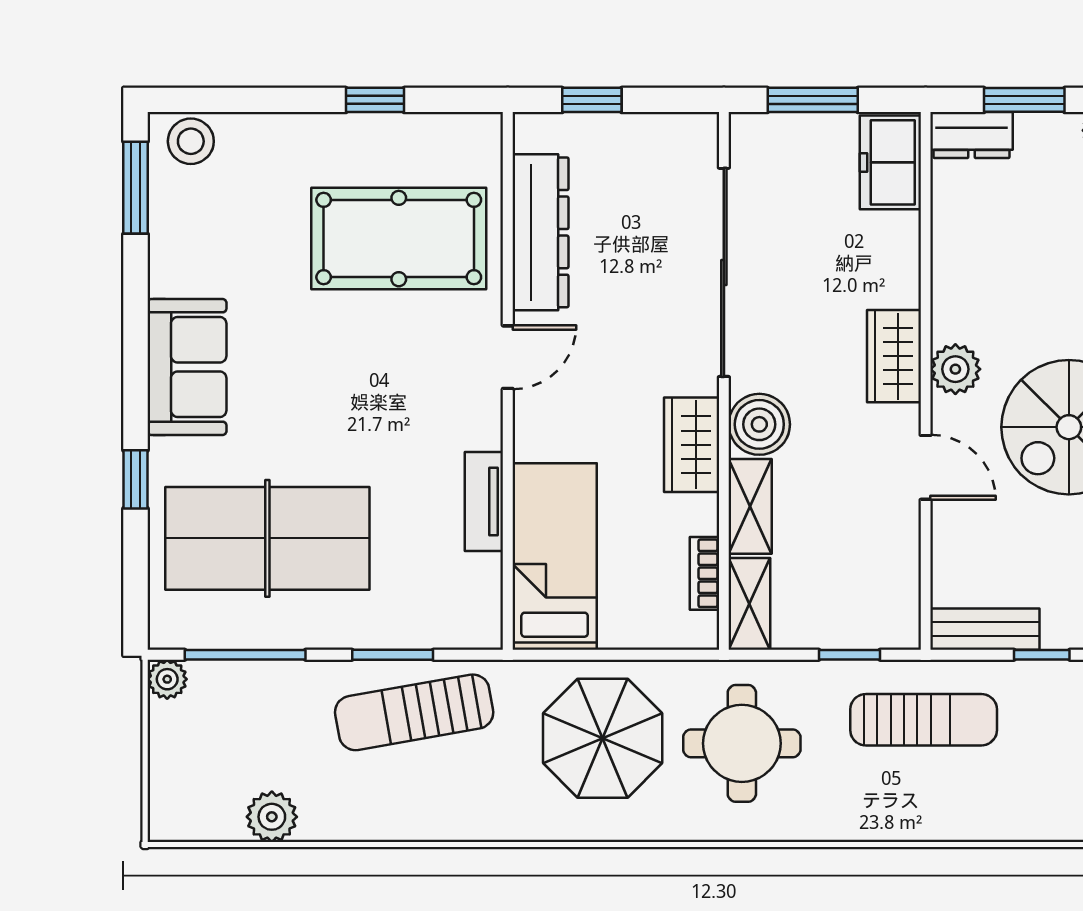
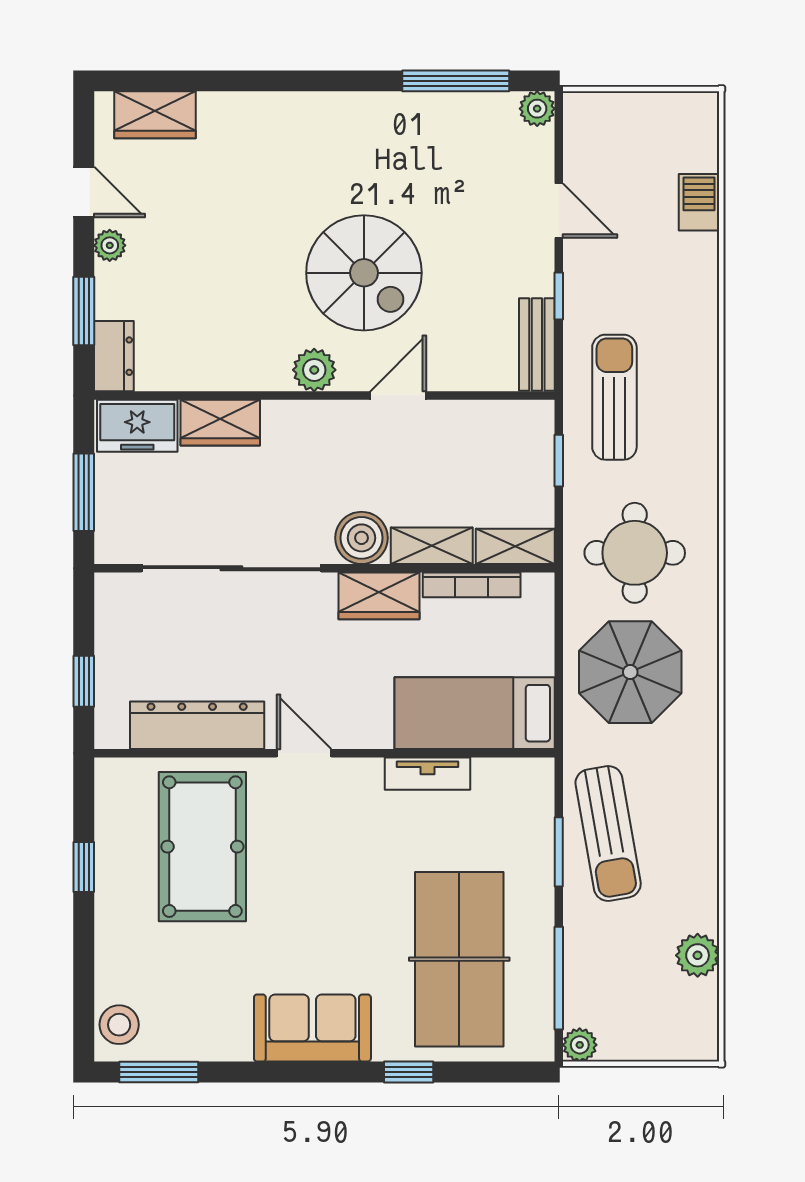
wardrobe: (894, 356) -> (220, 423), moved
bookcase: (705, 573) -> (472, 585), width x1.56

